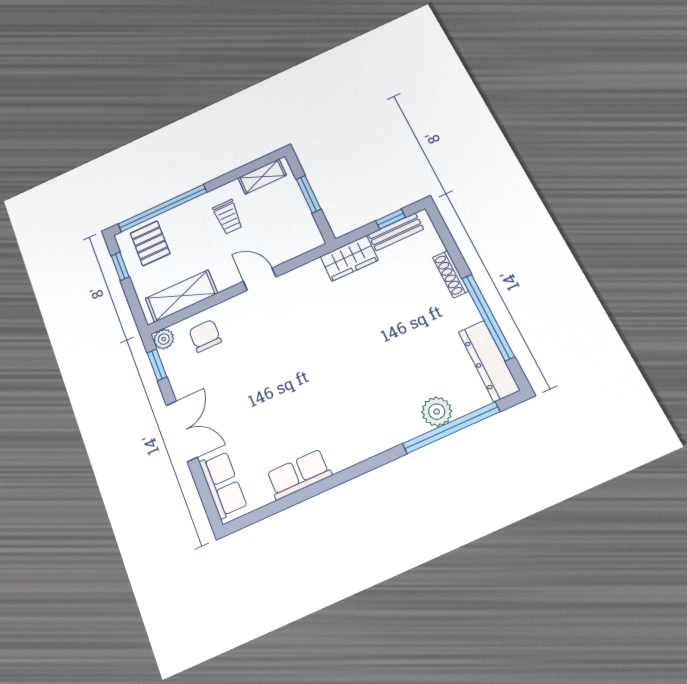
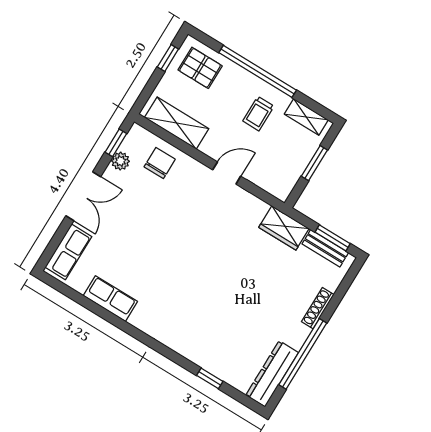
window: (162, 208) -> (258, 71), moved
window: (390, 219) -> (333, 238), width x1.50
pallet: (150, 243) -> (200, 68), turned 90
door: (260, 279) -> (227, 173), hinge flipped
plant: (164, 339) -> (120, 161), moved
plant: (437, 412) -> (214, 362), removed
window: (451, 428) -> (210, 378), width x0.32

